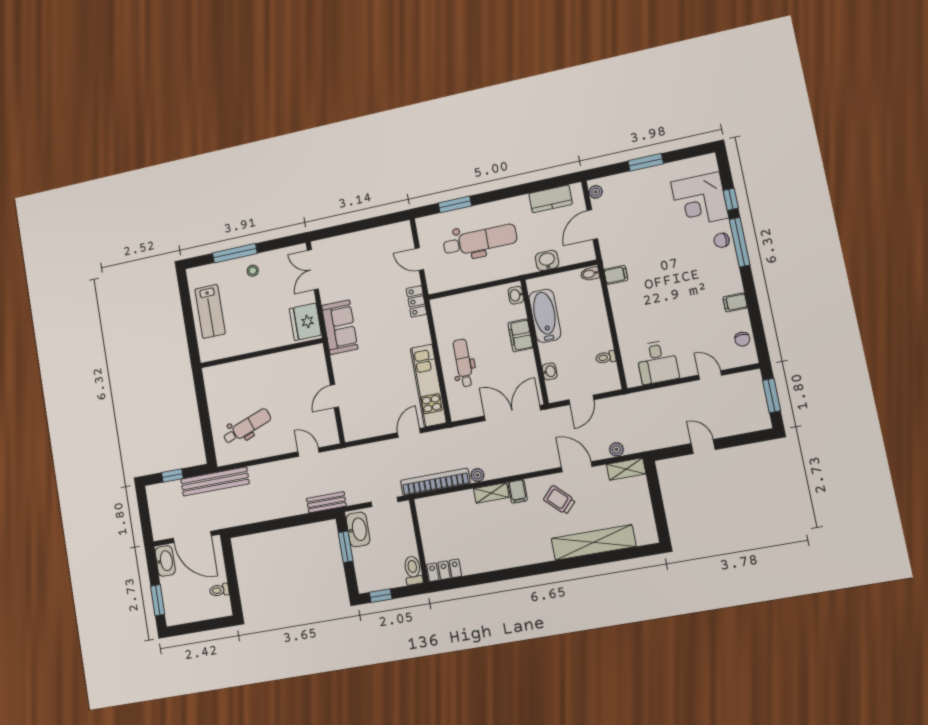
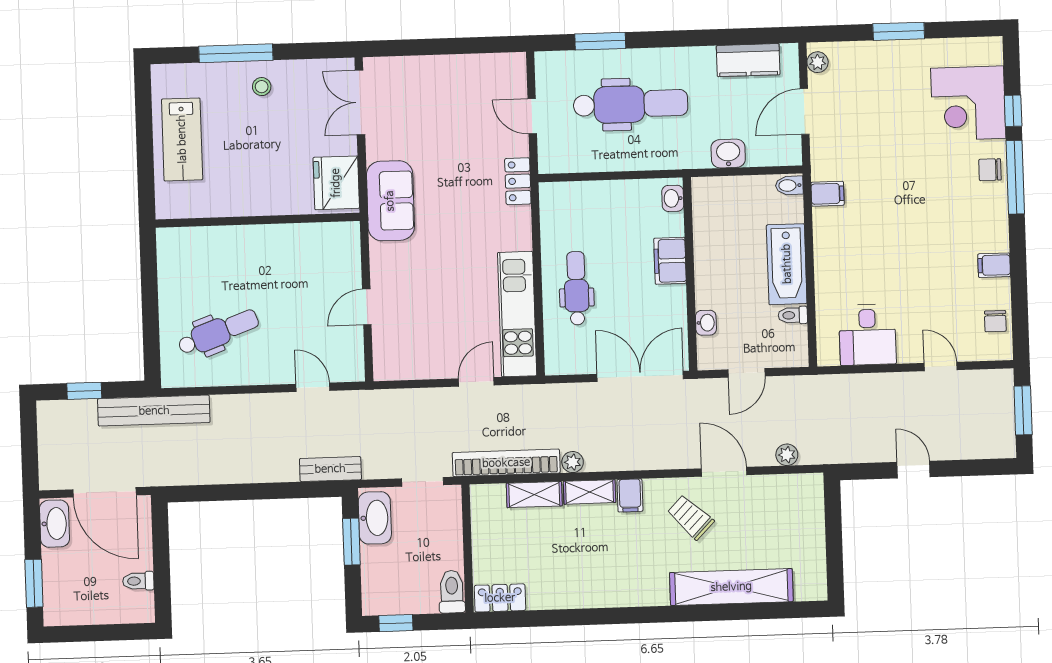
bathtub: (545, 316) -> (787, 264), moved, turned 180
shelving: (626, 469) -> (534, 495), moved

